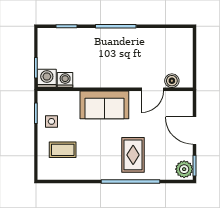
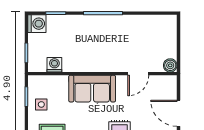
washing machine: (47, 78) -> (37, 24), moved, turned 90
boiler: (172, 81) -> (170, 65), moved

